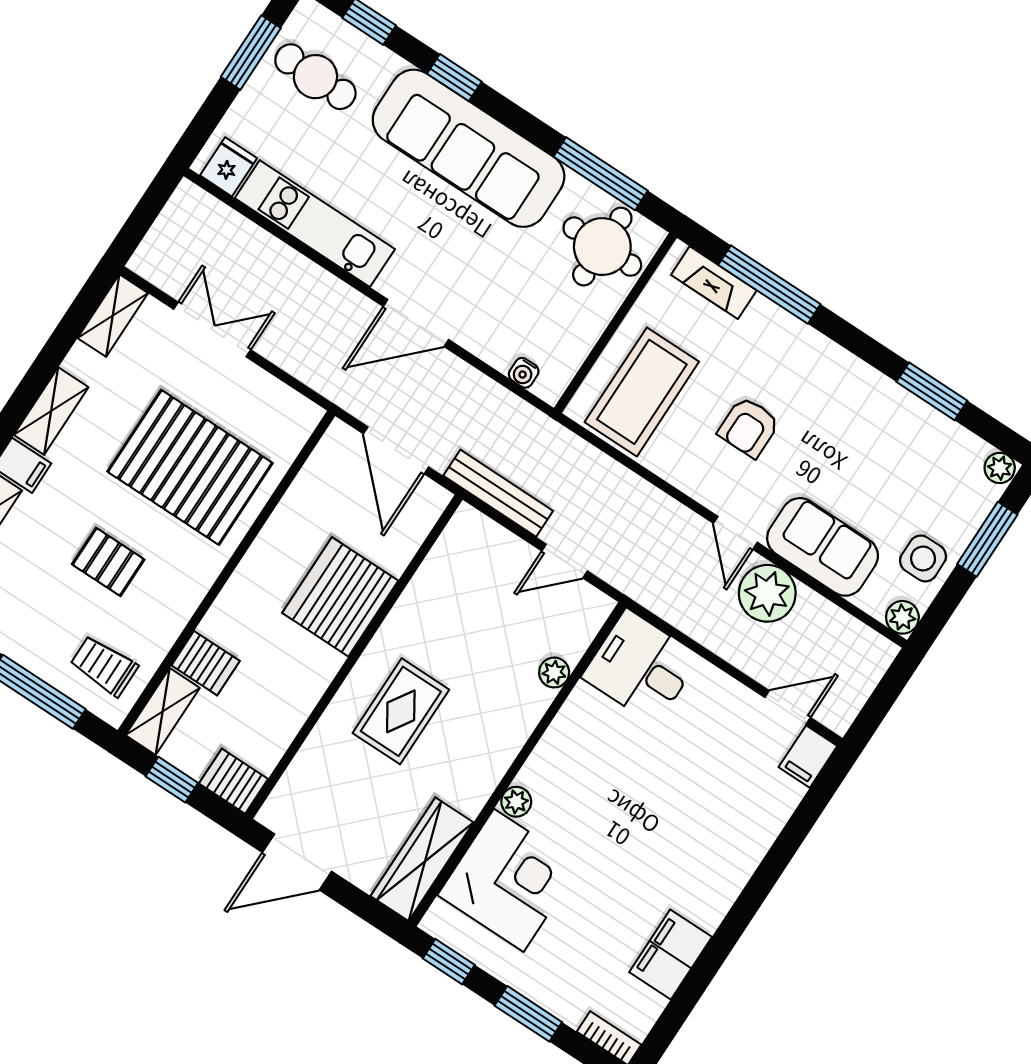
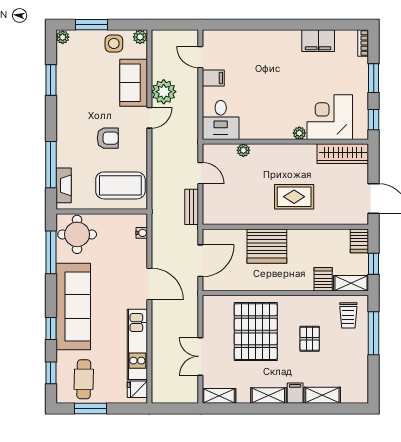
bench: (498, 493) -> (192, 207), width x0.73
filing cabinet: (808, 757) -> (213, 78), moved

